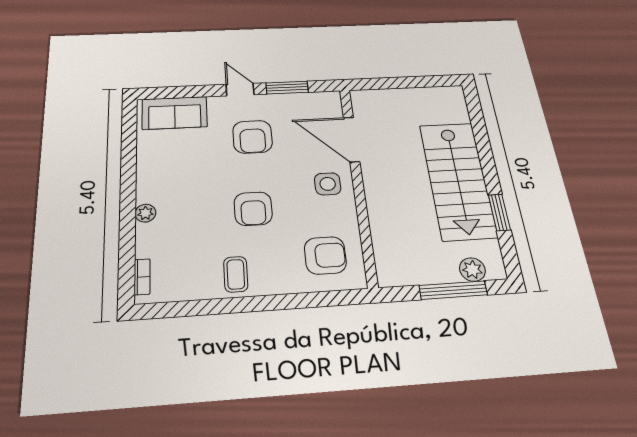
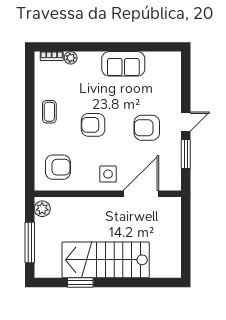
sofa: (175, 113) -> (123, 64), moved, turned -90
plant: (145, 213) -> (71, 58), moved
armchair: (325, 255) -> (58, 167), turned -90
plant: (472, 269) -> (42, 209), moved
coffee table: (236, 274) -> (49, 112), turned 90

